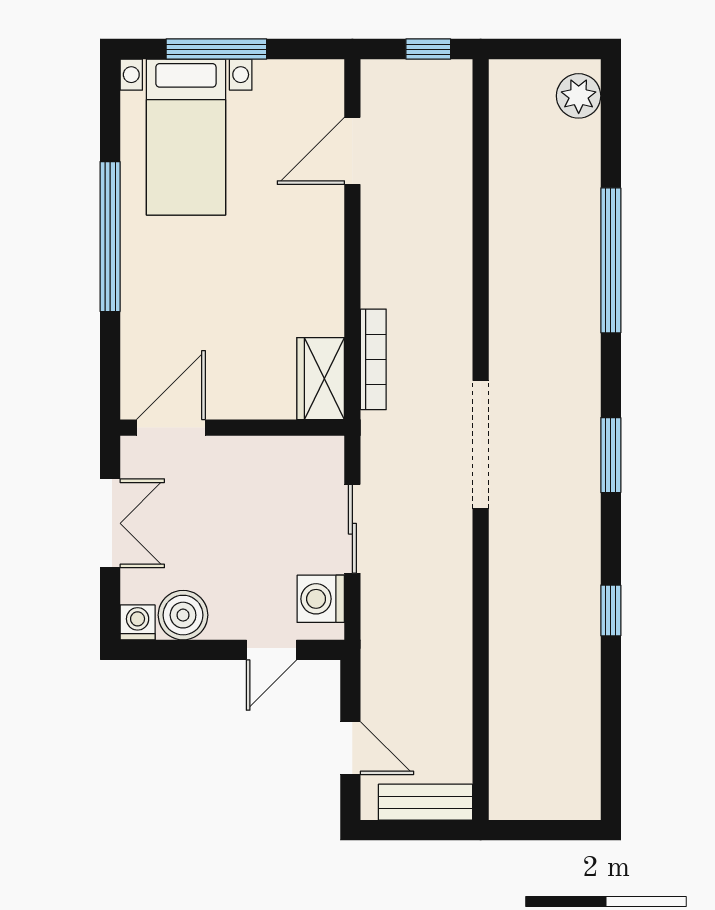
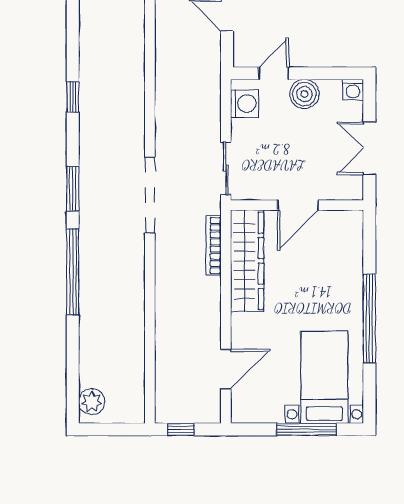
window: (611, 260) -> (73, 272), moved
wardrobe: (321, 379) -> (247, 261), width x2.10, depth x1.17
door: (171, 428) -> (298, 205), moved
sliding door: (352, 529) -> (226, 168), moved
boiler: (183, 615) -> (304, 94), moved

